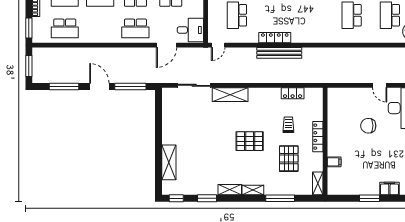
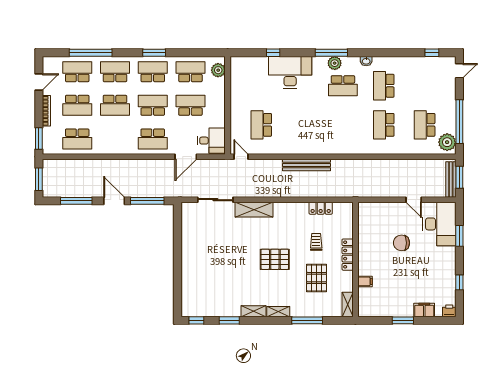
locker: (275, 38) -> (302, 149), removed
door: (218, 45) -> (241, 157), swing flipped
shelving: (169, 162) -> (188, 282), removed

